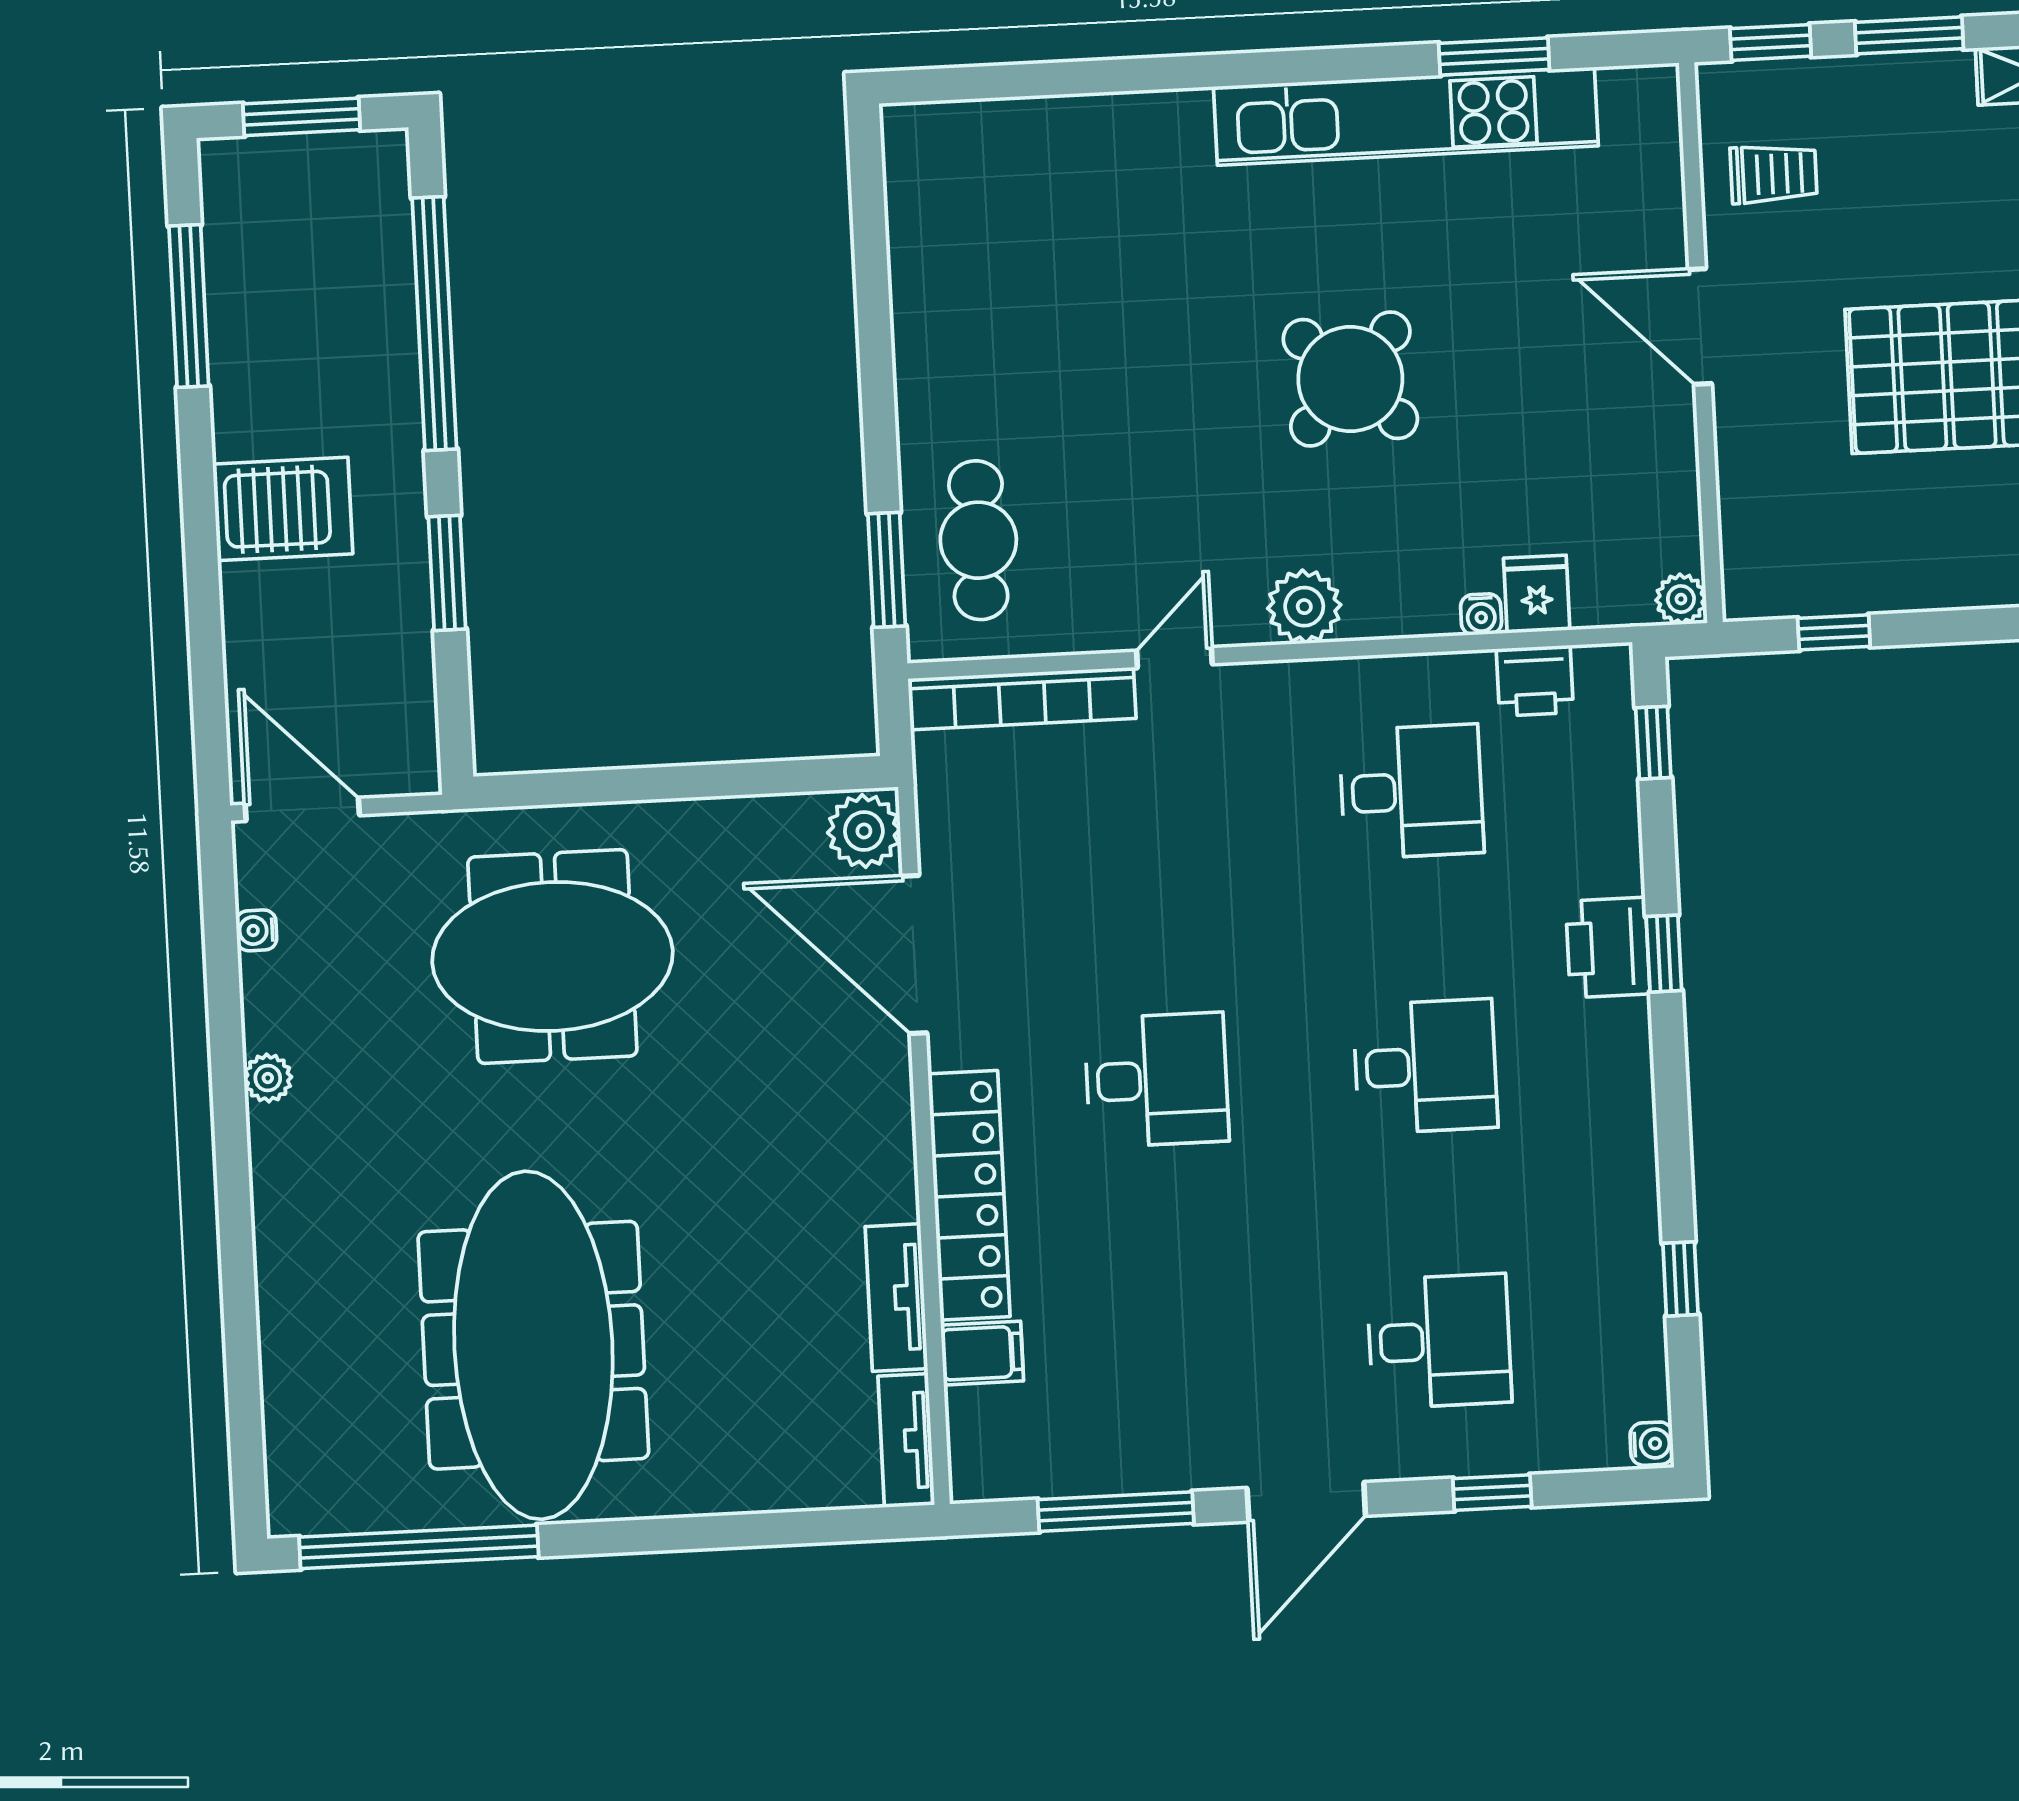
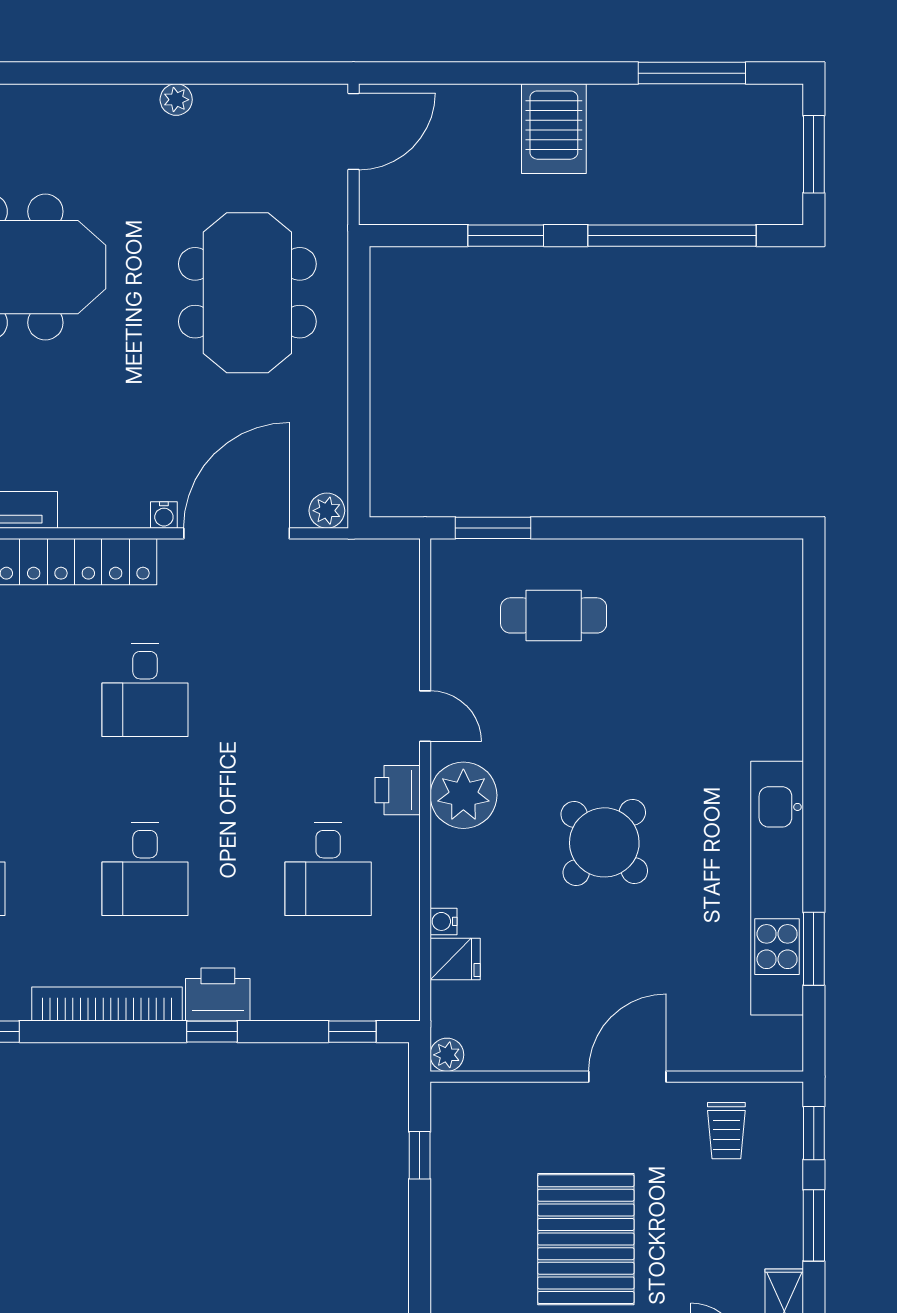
cafe table: (978, 540) -> (554, 615), moved
plant: (1304, 607) -> (463, 795), width x1.36, depth x1.36
printer: (1535, 681) -> (398, 790), moved
bookcase: (1022, 699) -> (107, 1004), moved, turned 90
plant: (864, 831) -> (327, 511), width x0.73, depth x0.73
water cooler: (256, 930) -> (164, 515), moved, turned 180

